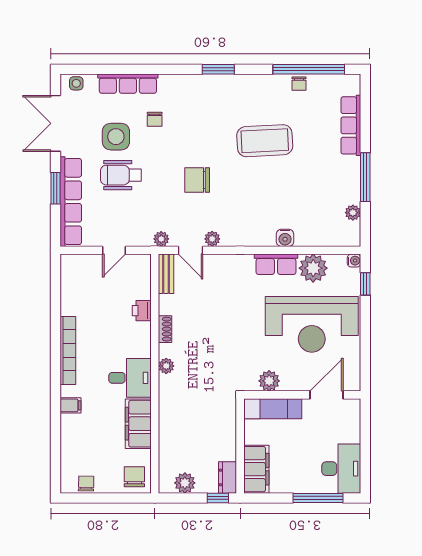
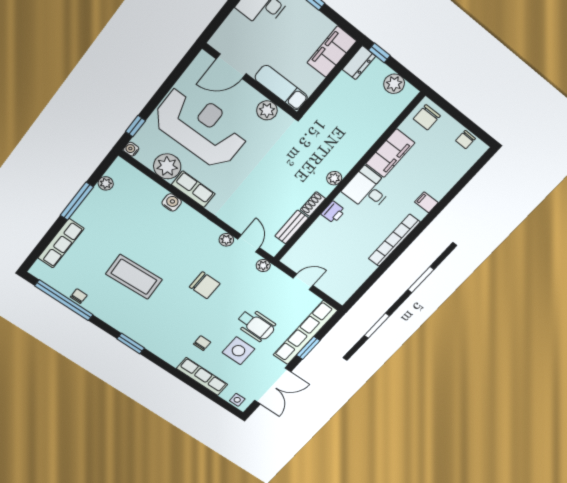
bench: (166, 274) -> (292, 227), moved
printer: (142, 311) -> (333, 212), moved

